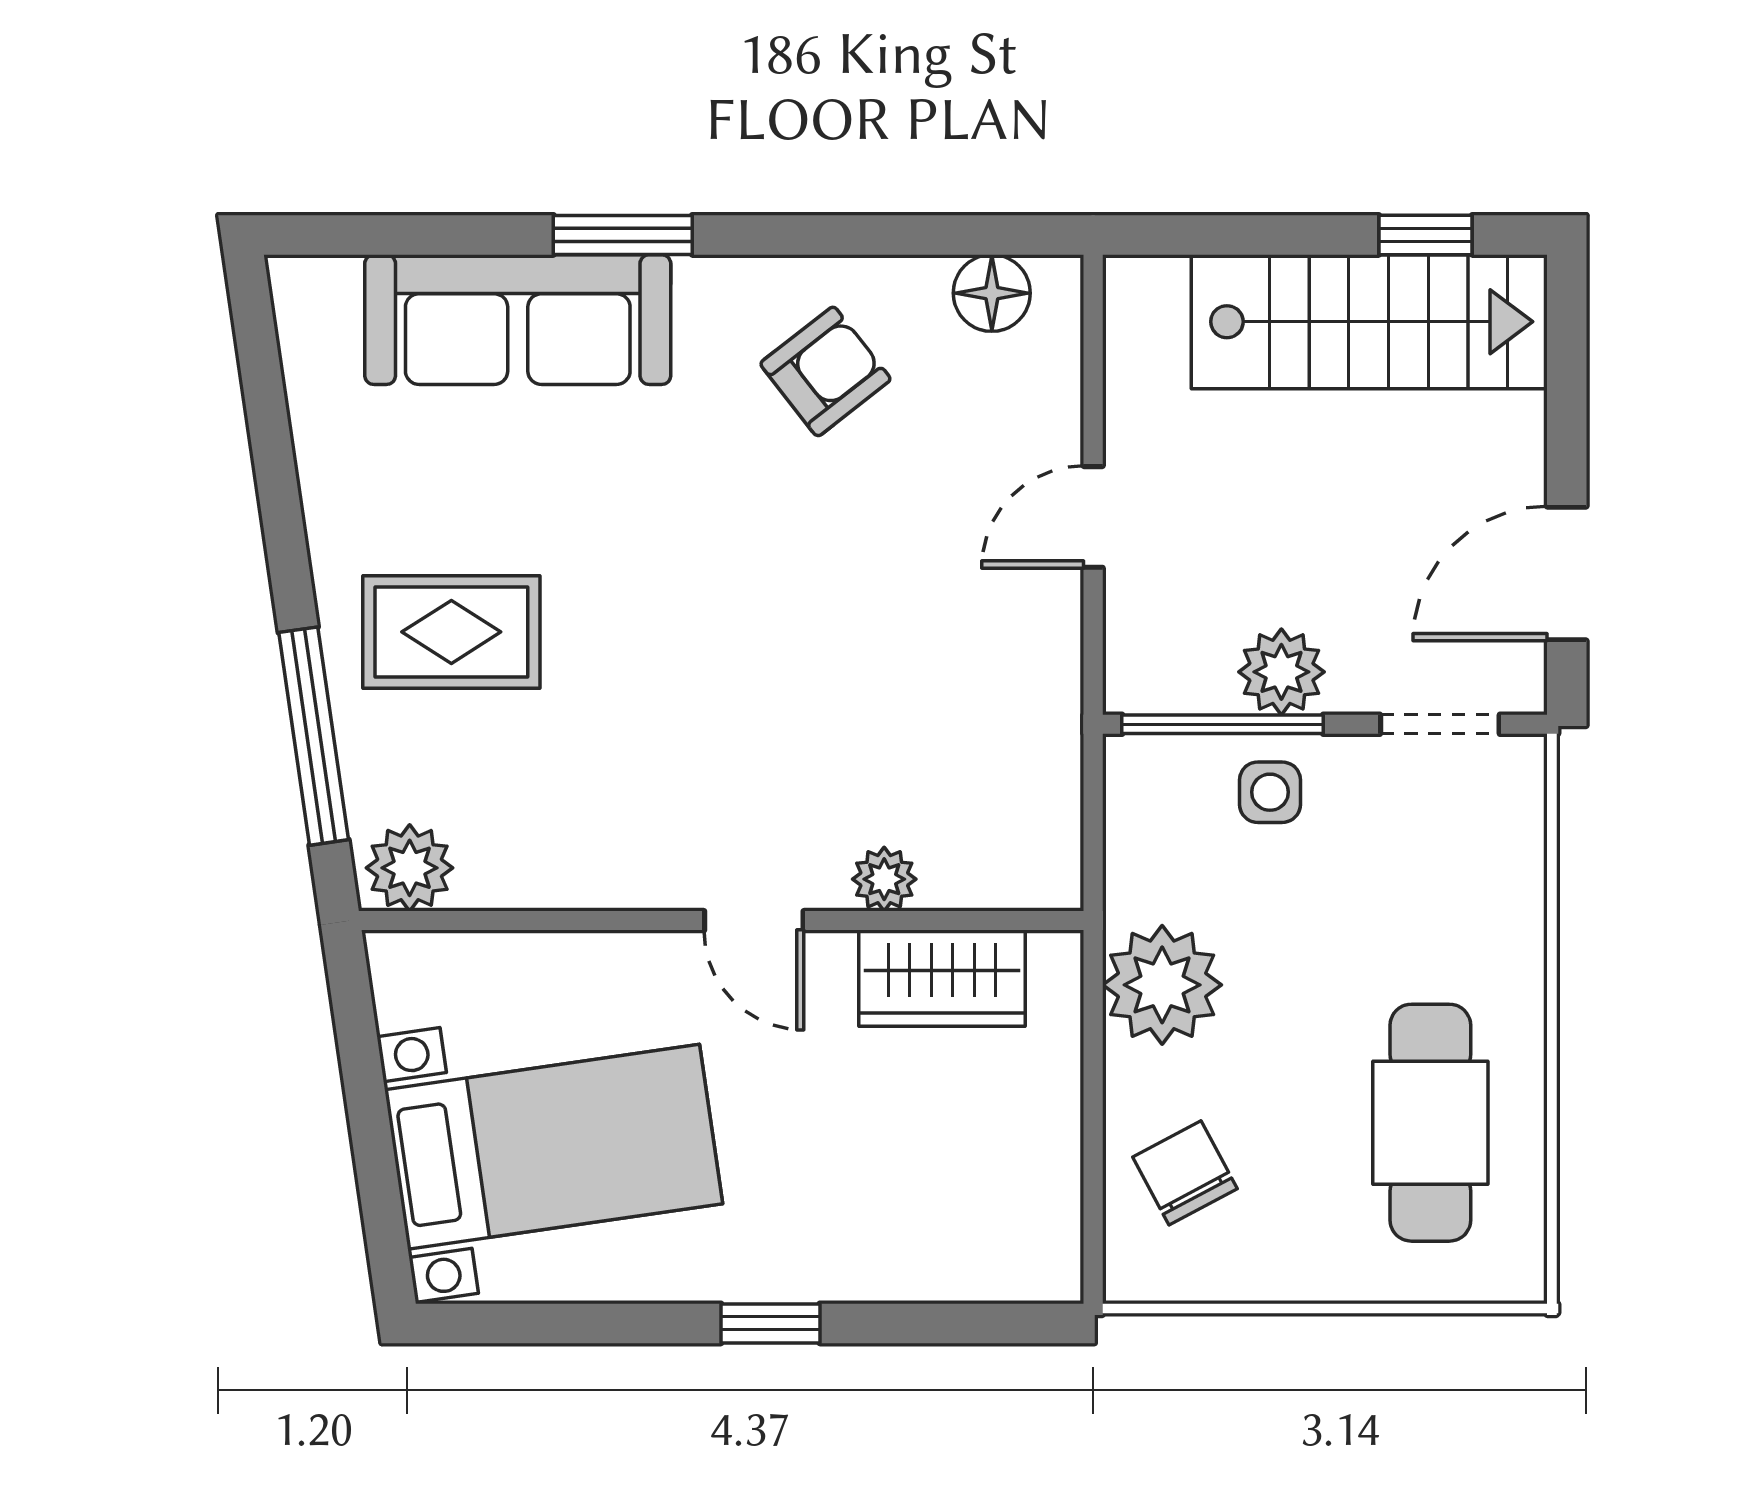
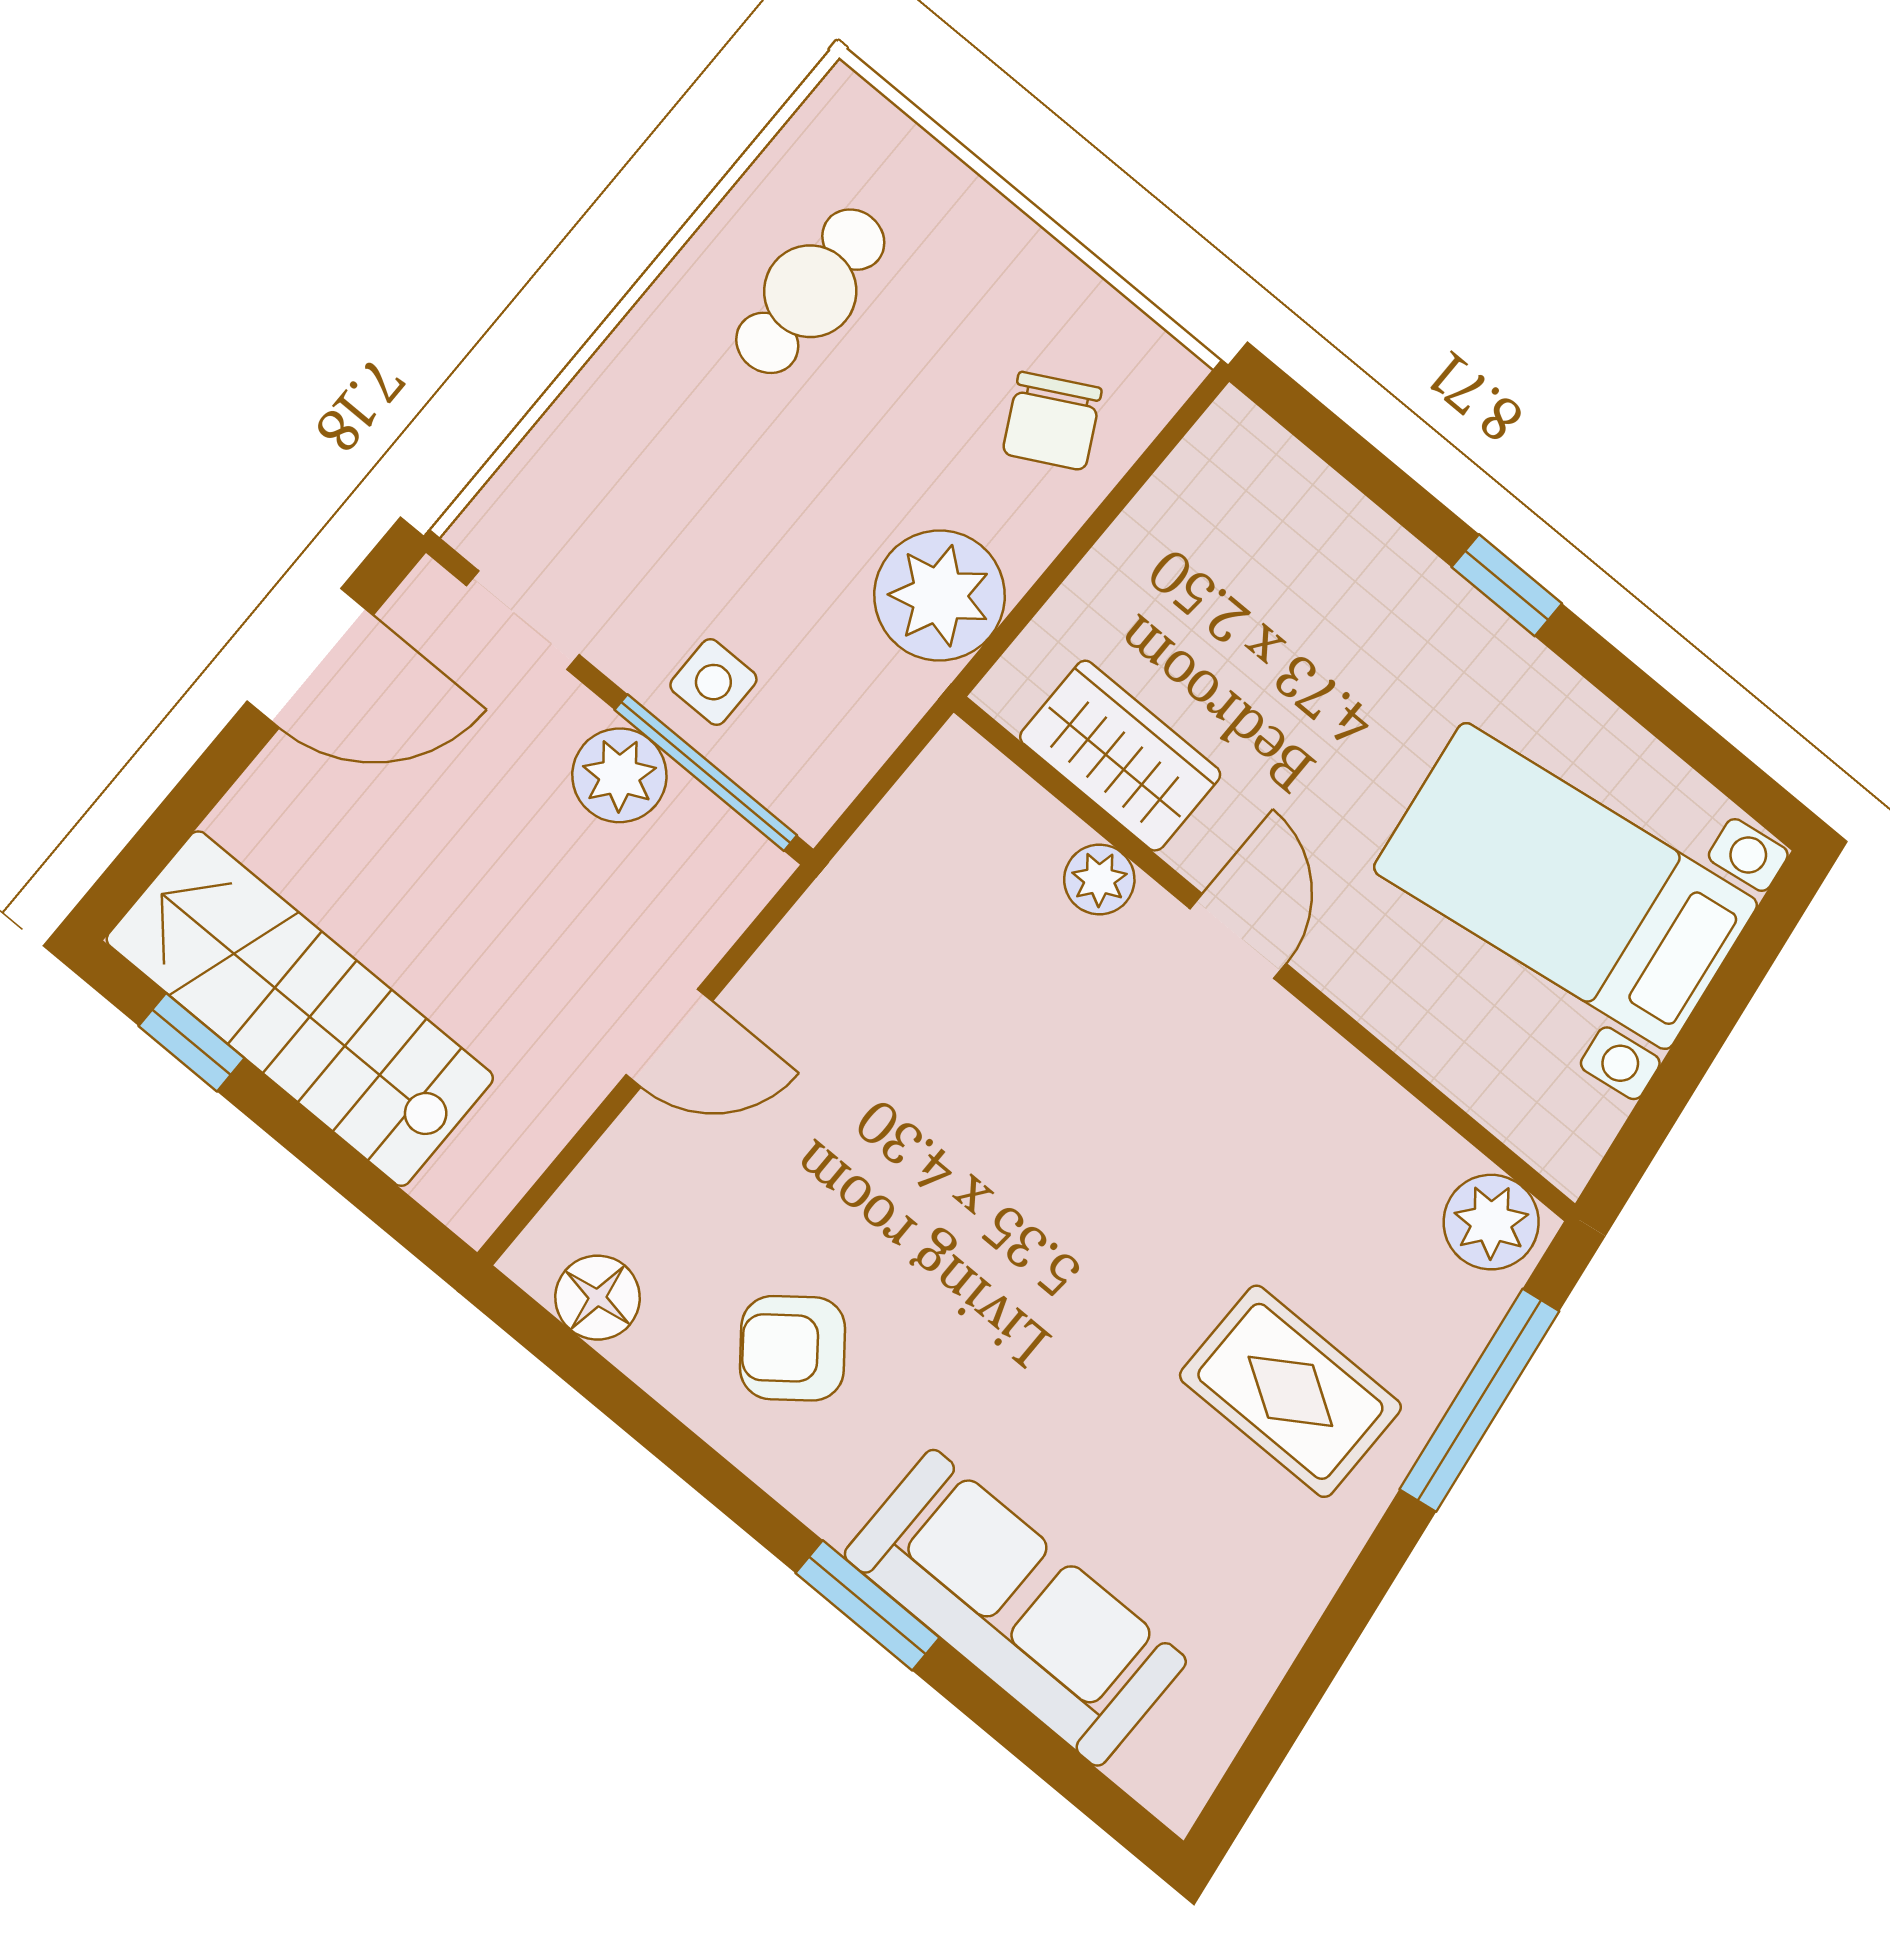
cafe table: (1430, 1123) -> (810, 291), width x0.73, depth x0.74

